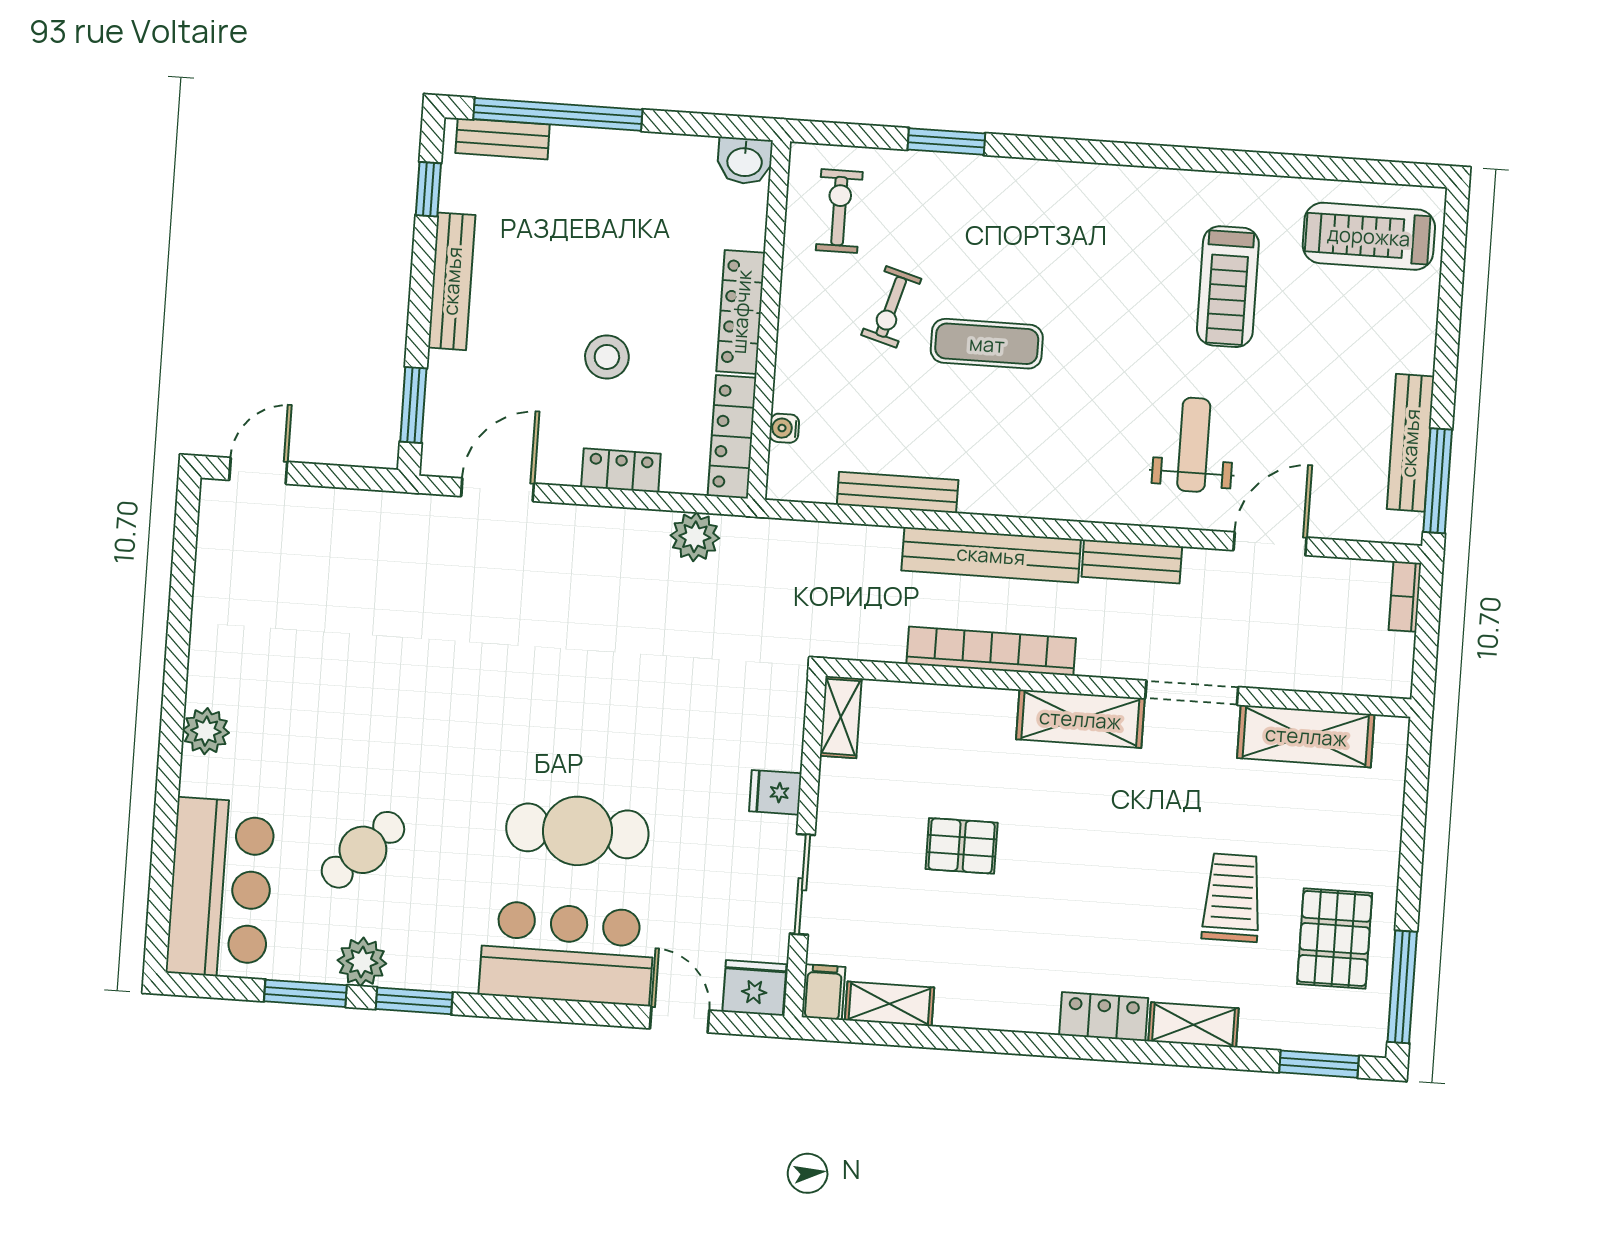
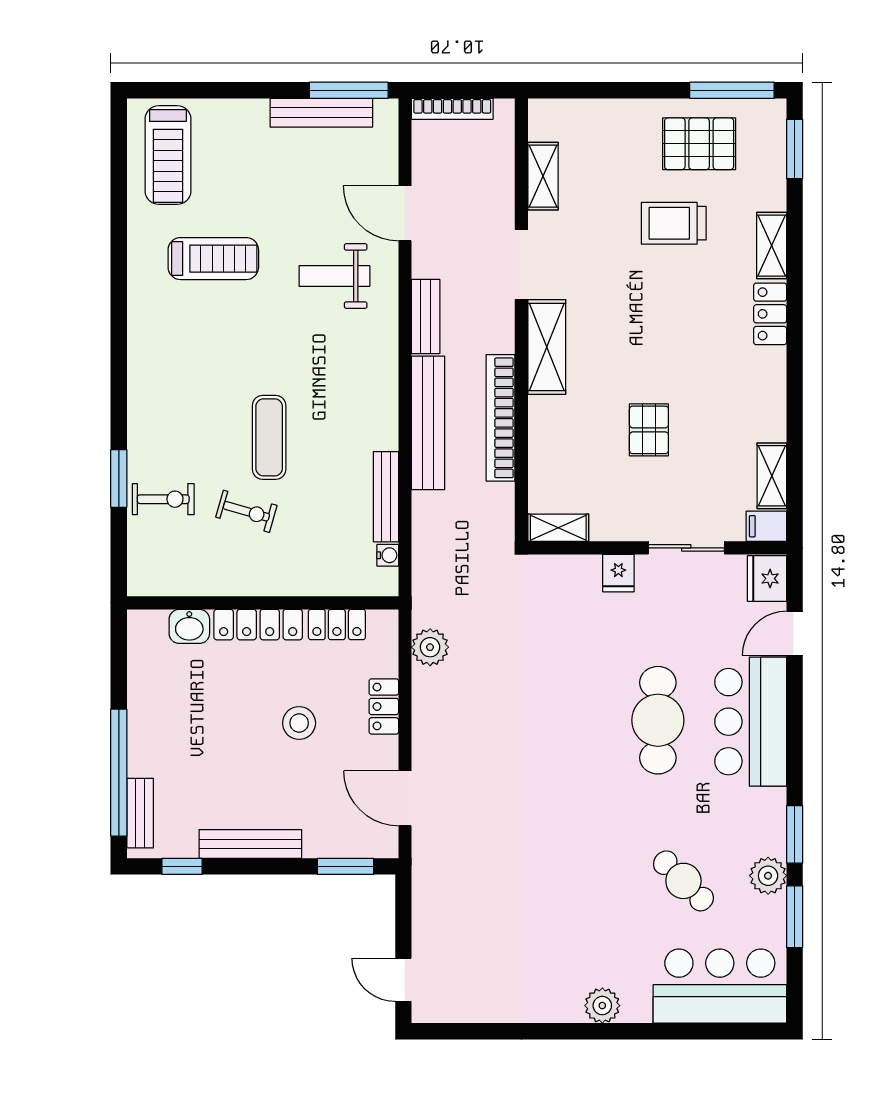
washbasin: (745, 161) -> (189, 626), moved, turned 90
exercise bike: (839, 211) -> (163, 499), moved, turned 180
water cooler: (784, 428) -> (388, 555), moved, turned -90
locker: (732, 437) -> (337, 624), width x0.66
bookcase: (1405, 596) -> (452, 109), width x1.56
shelving: (1306, 736) -> (543, 176), width x0.67, depth x0.75

